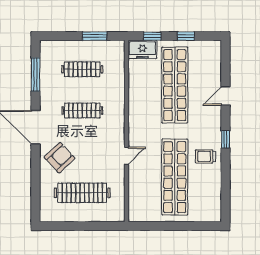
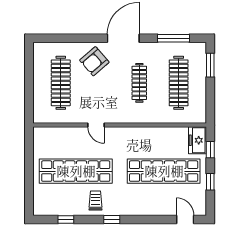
window: (95, 36) -> (210, 65), moved
clothes rail: (82, 69) -> (179, 83), width x1.37, depth x1.31
door: (225, 96) -> (185, 220), moved
armchair: (60, 158) -> (94, 61), turned 92
window: (225, 187) -> (66, 220), added

